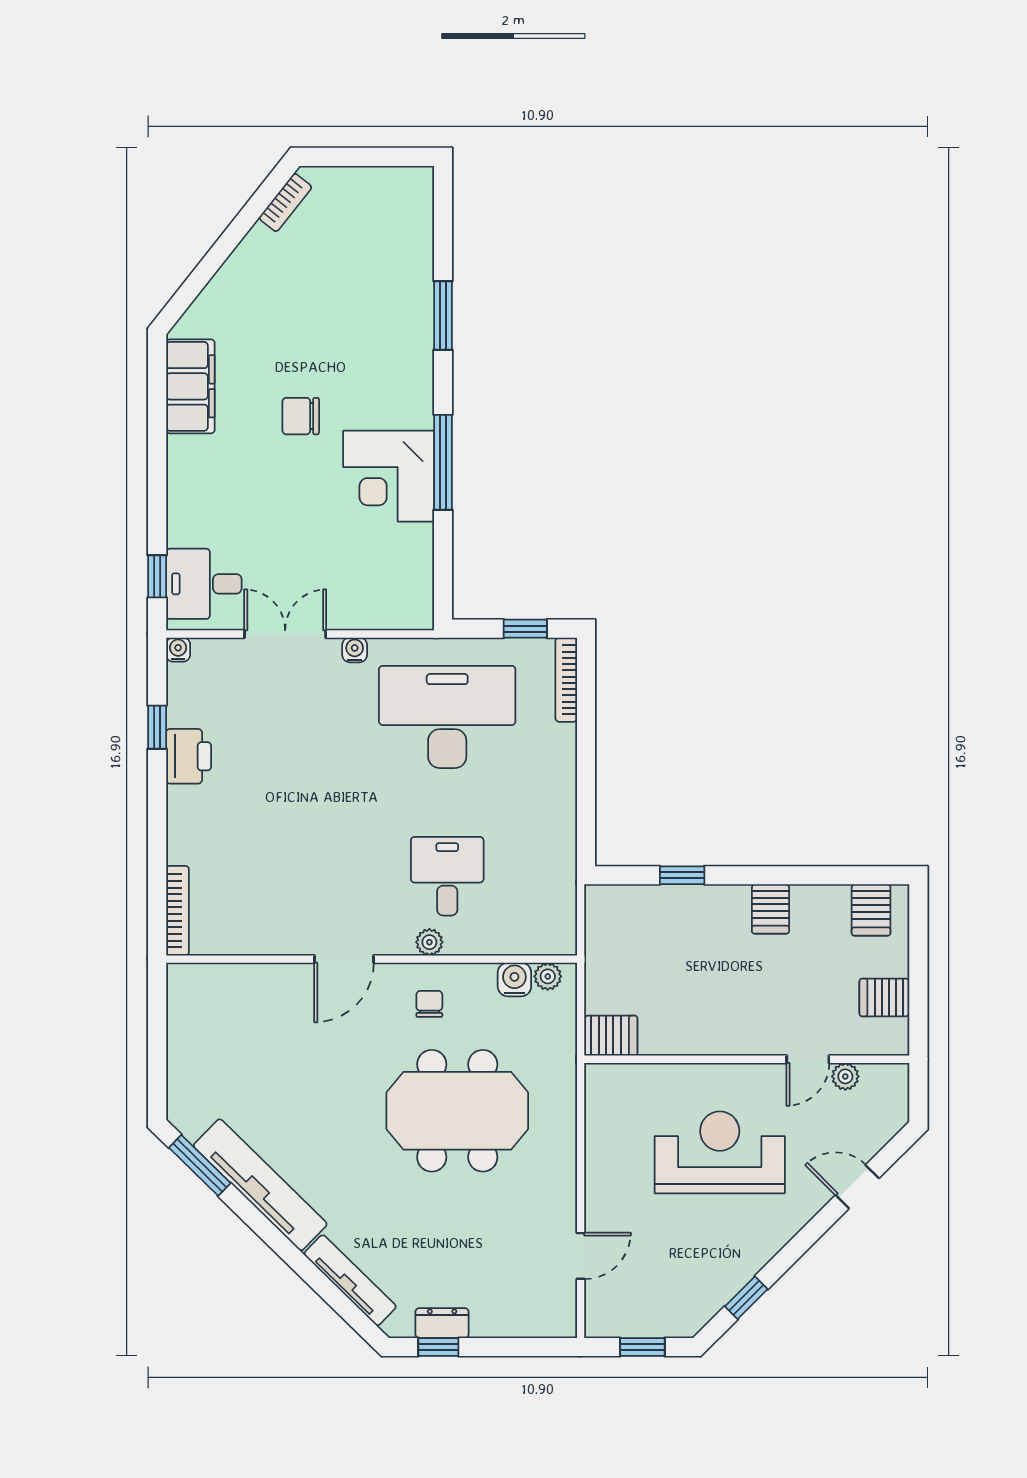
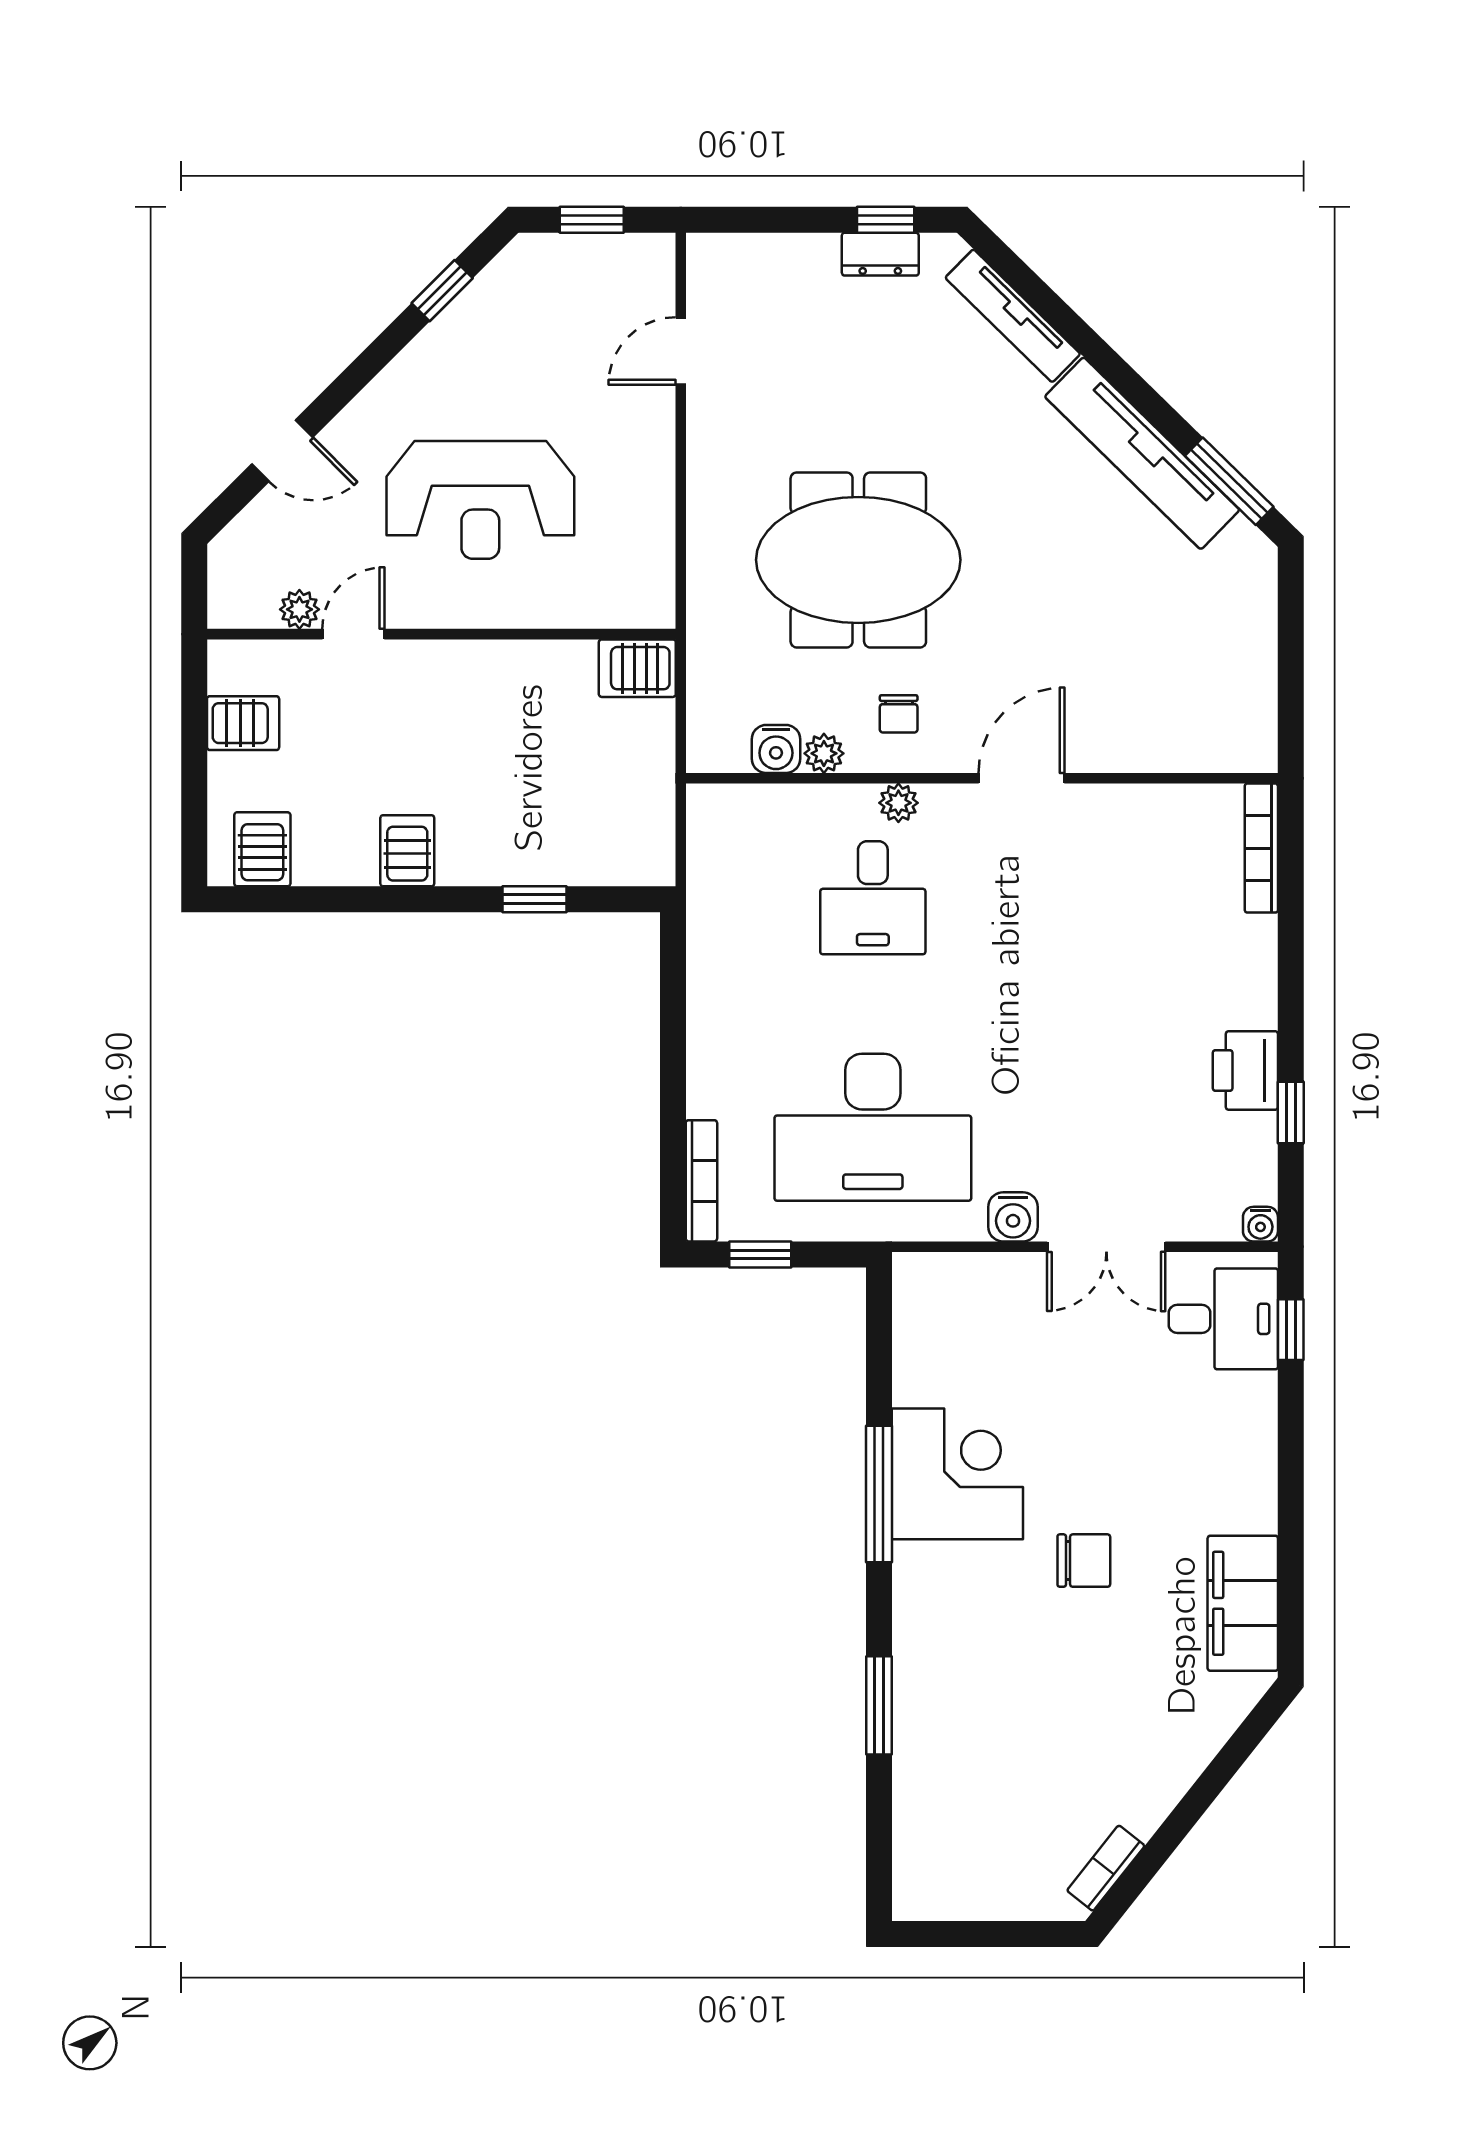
water cooler: (355, 650) -> (1013, 1217), width x1.38, depth x1.38
plant: (548, 976) -> (824, 753), moved

